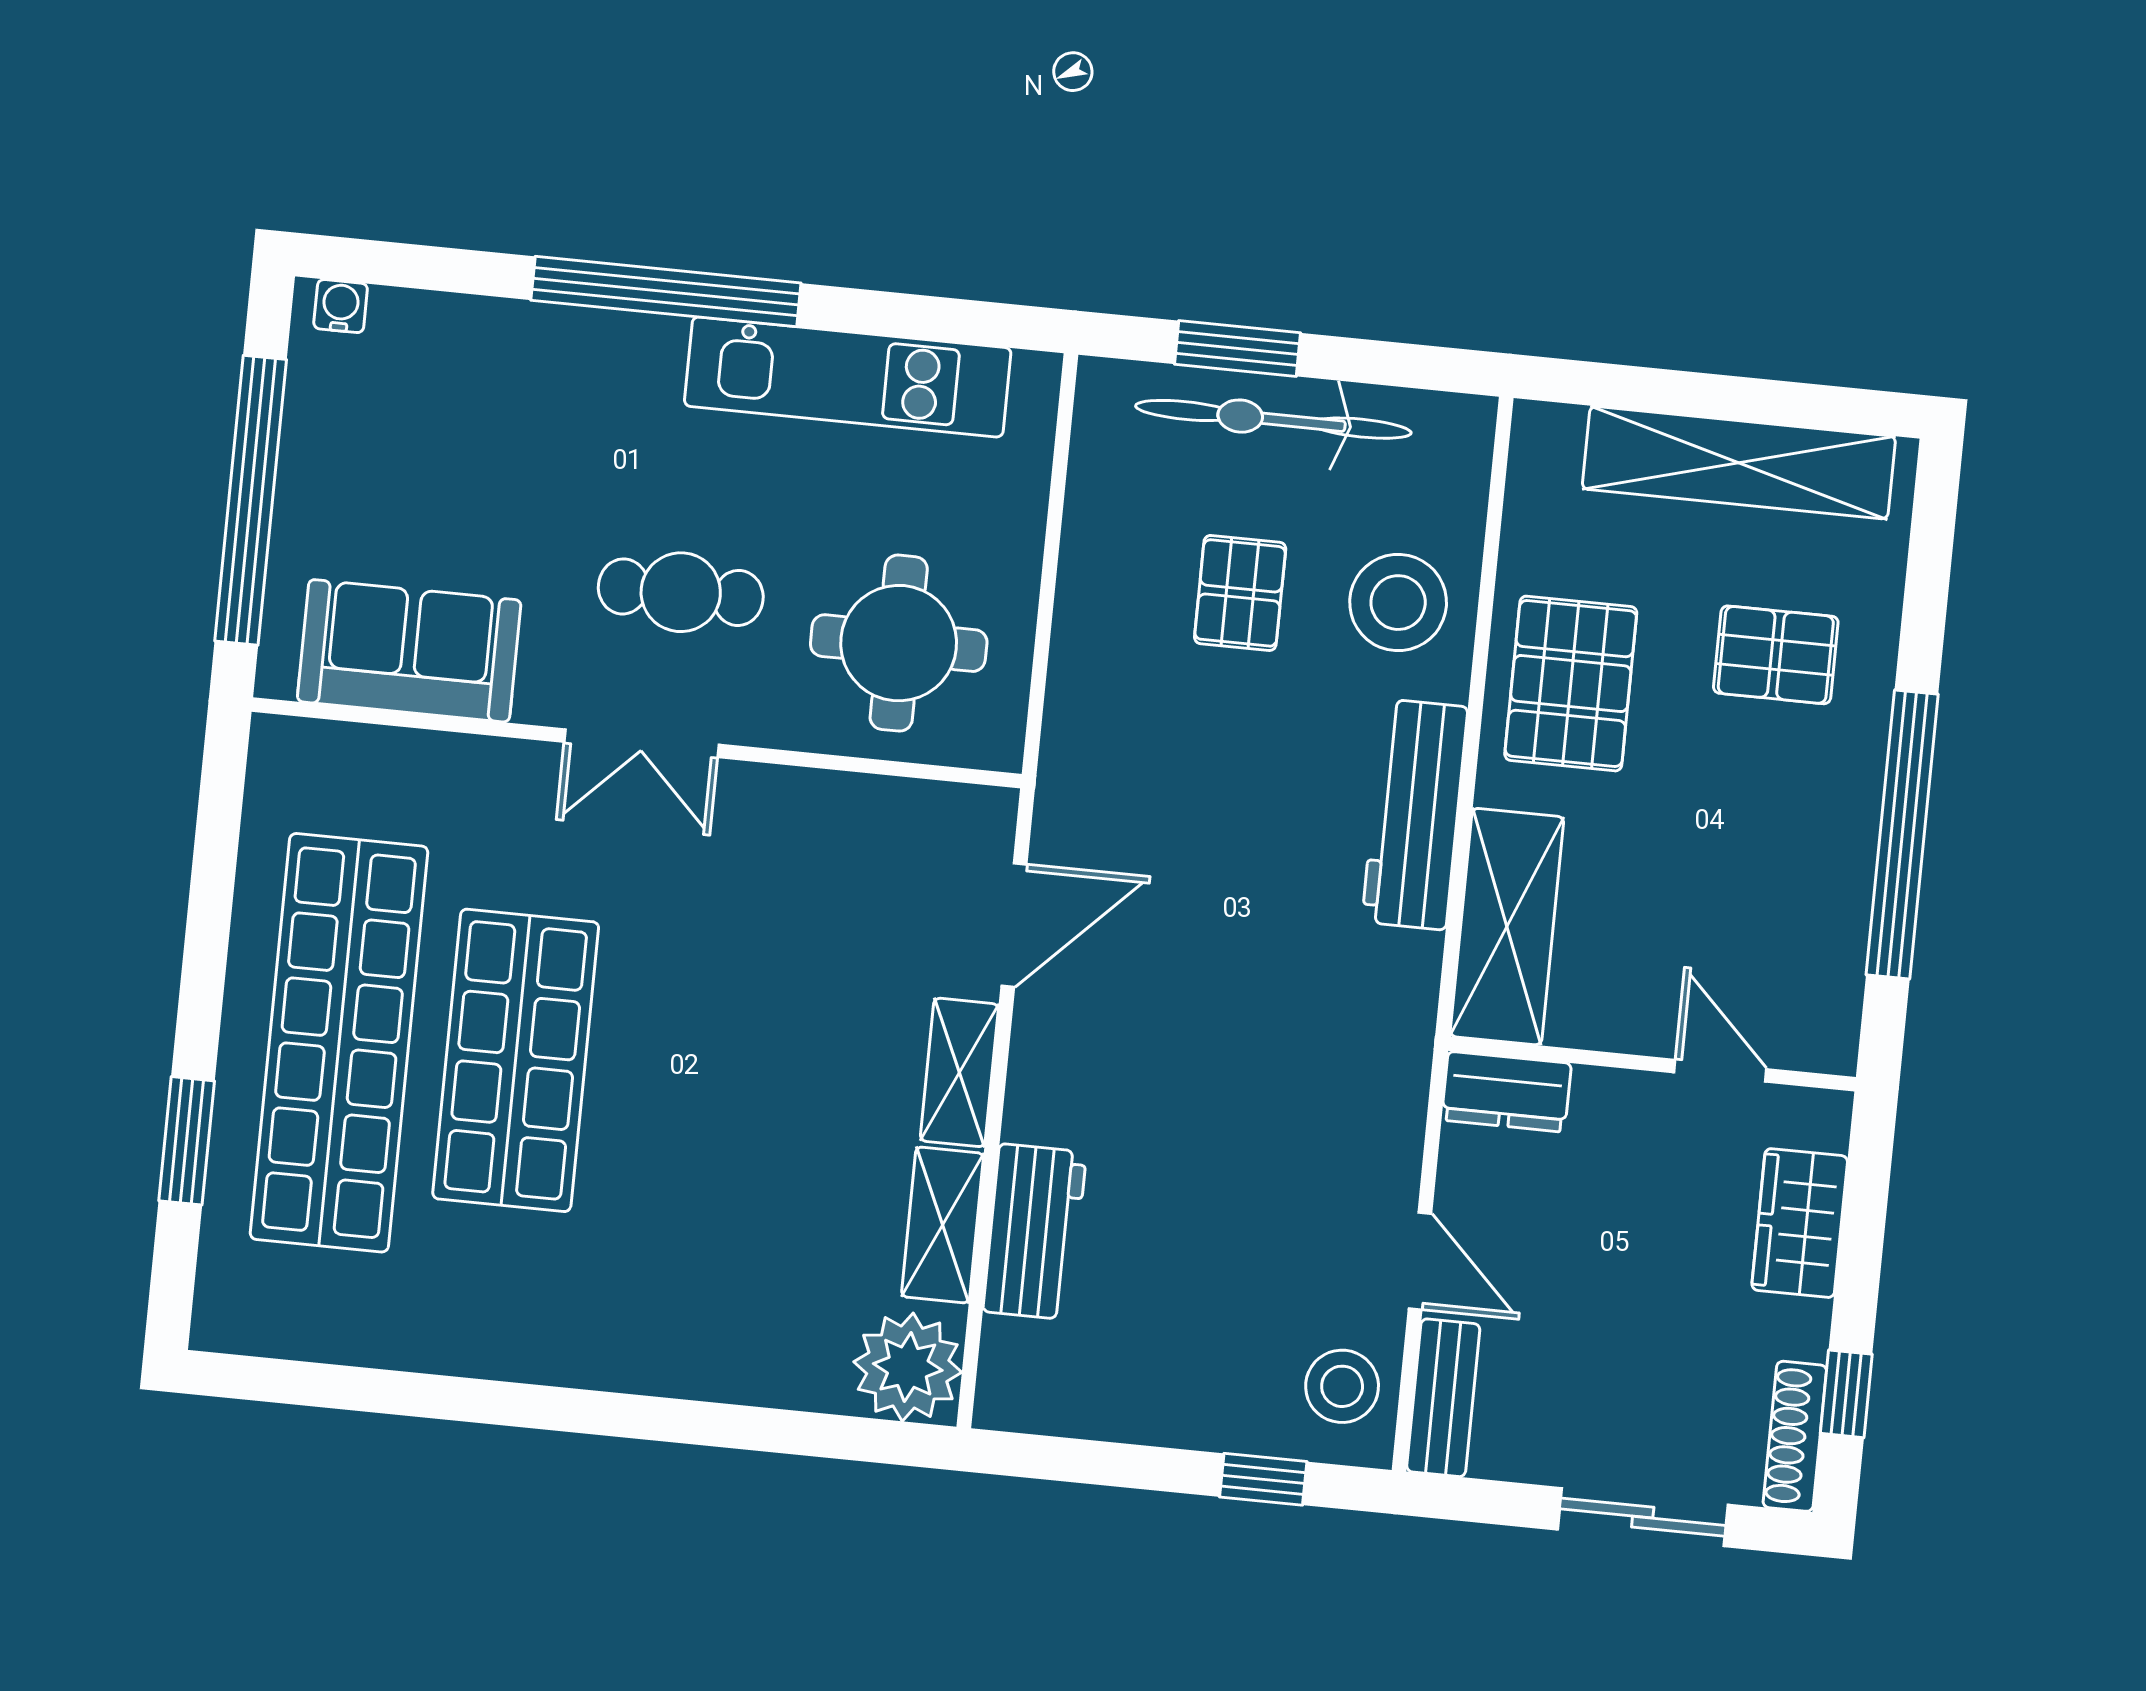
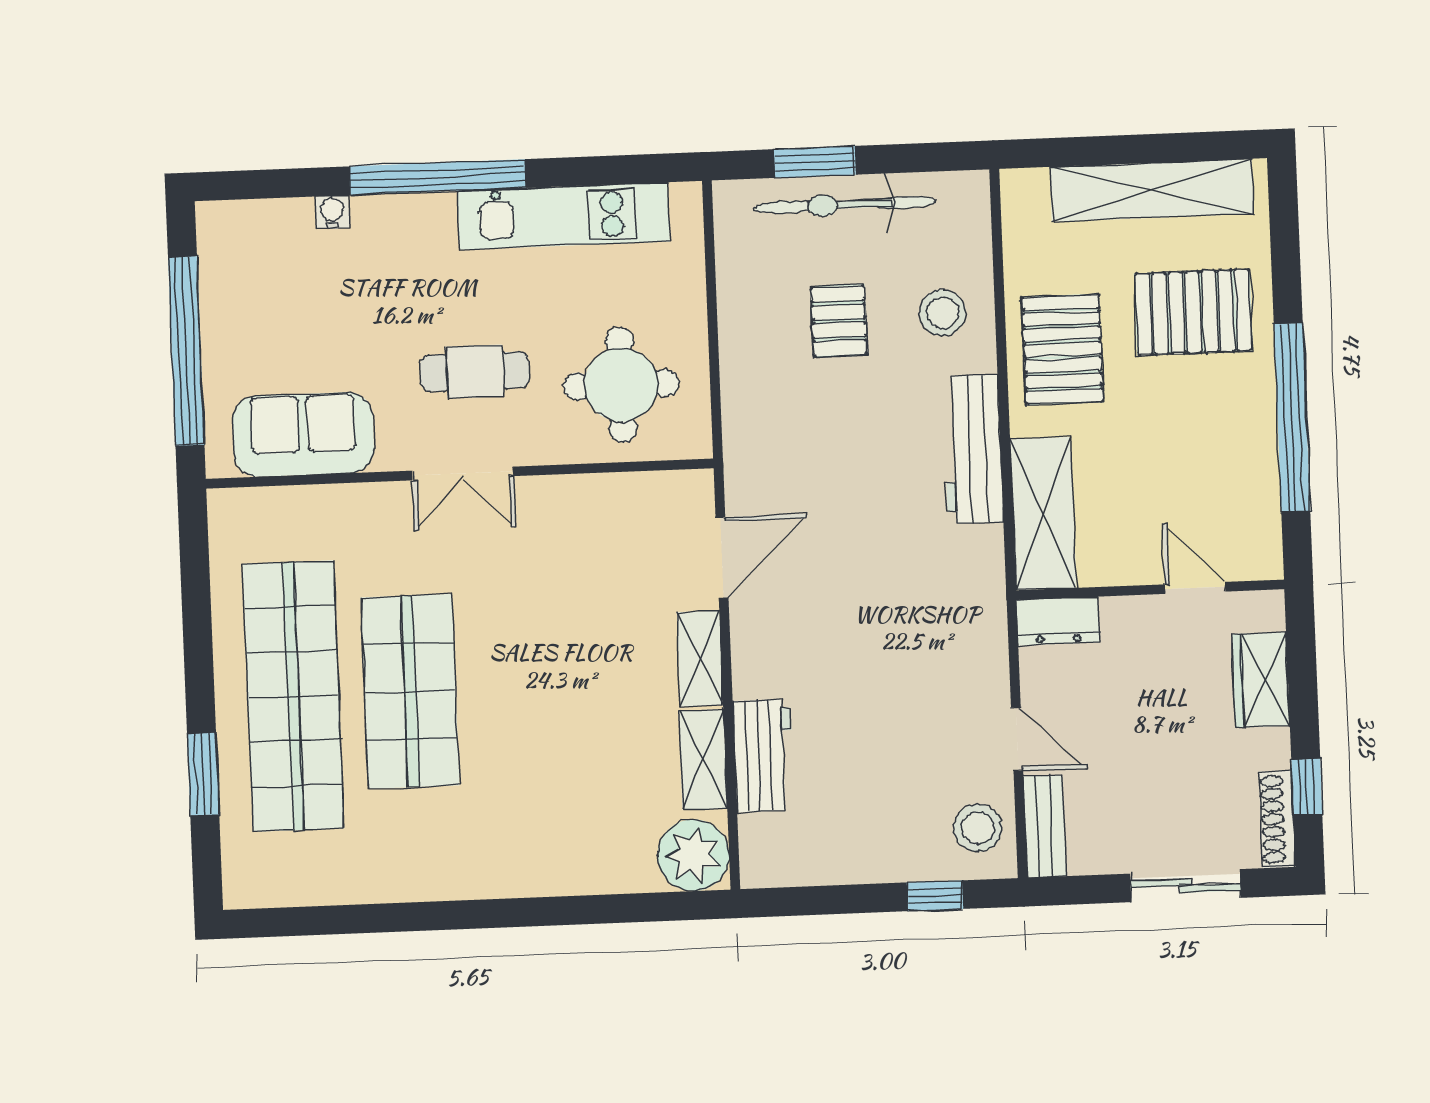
water cooler: (341, 306) -> (332, 212), moved
stool: (1398, 603) -> (943, 313), width x0.73, depth x0.73
pallet: (1776, 655) -> (1193, 312), width x1.50, depth x1.42

